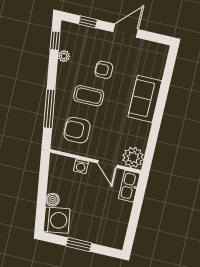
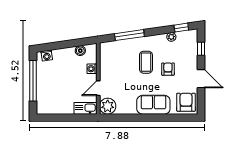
armchair: (77, 130) -> (186, 102), moved
boiler: (53, 200) -> (80, 51), moved
washing machine: (57, 220) -> (47, 56), width x0.53, depth x0.53
window: (79, 244) -> (33, 81), width x2.11

